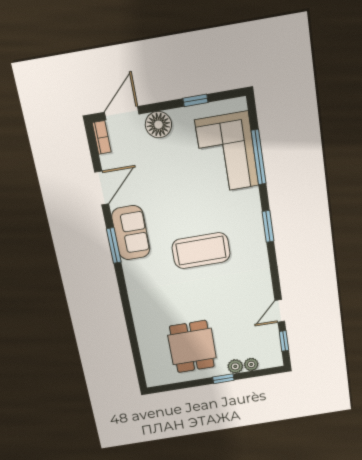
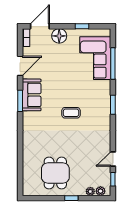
coffee table: (201, 251) -> (71, 113), width x0.54, depth x0.58
plant: (235, 366) -> (100, 191), moved

